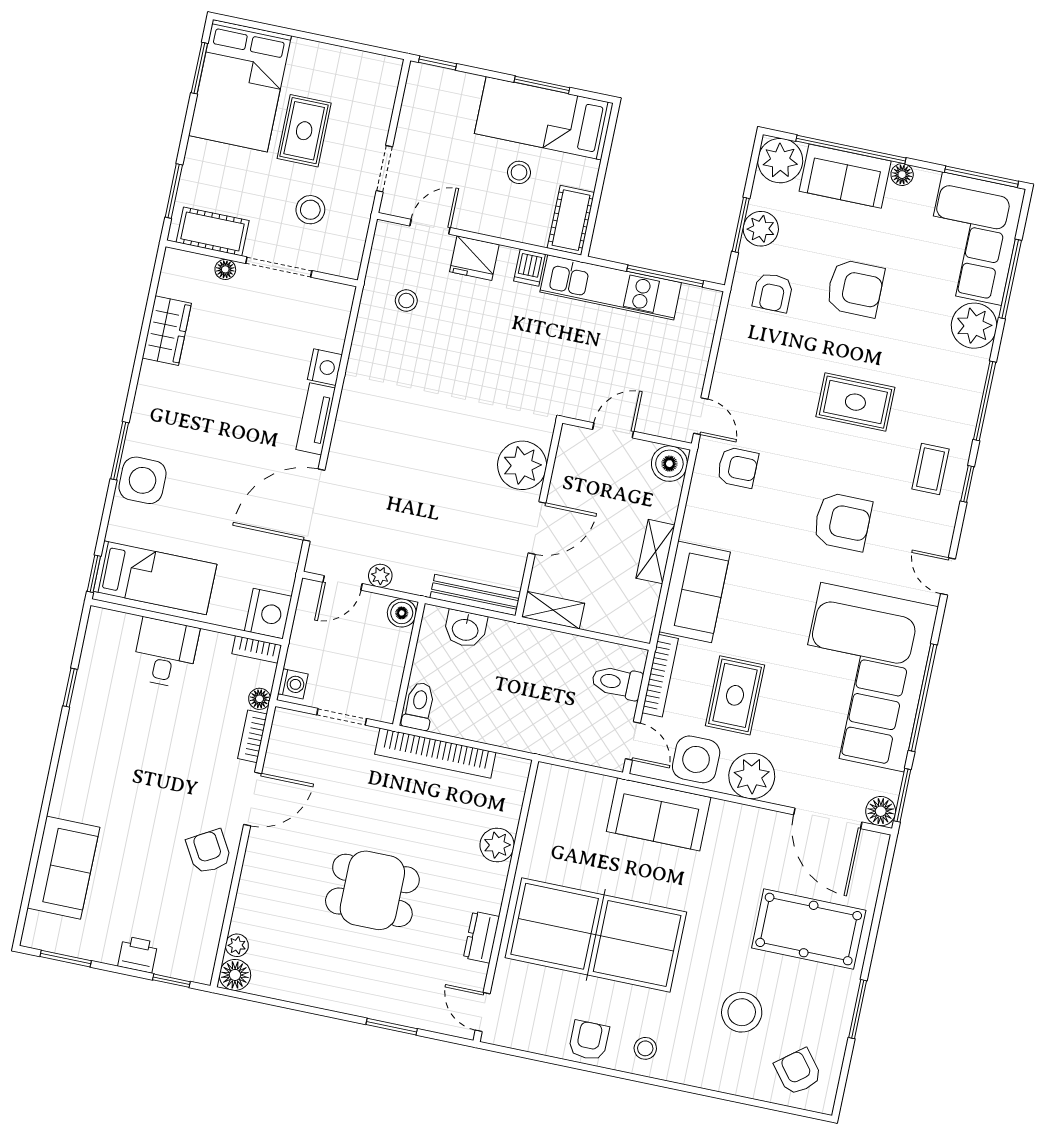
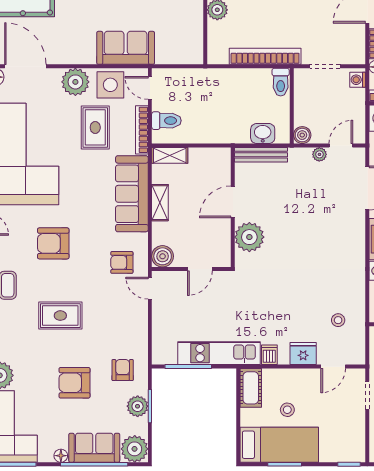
sofa: (695, 592) -> (132, 194), width x1.36
shelving: (553, 610) -> (170, 155), moved

